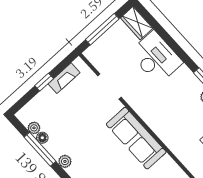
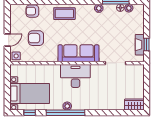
window: (102, 29) -> (147, 85), removed
desk: (156, 58) -> (75, 76), moved, turned 180
window: (44, 82) -> (147, 44), moved

